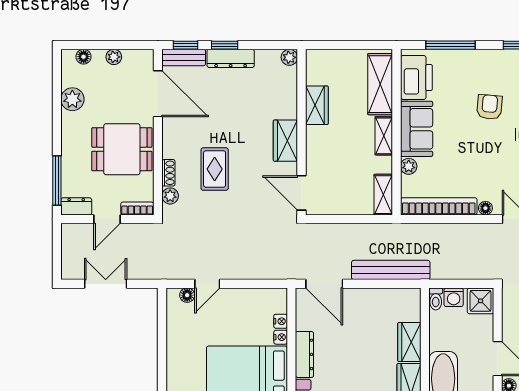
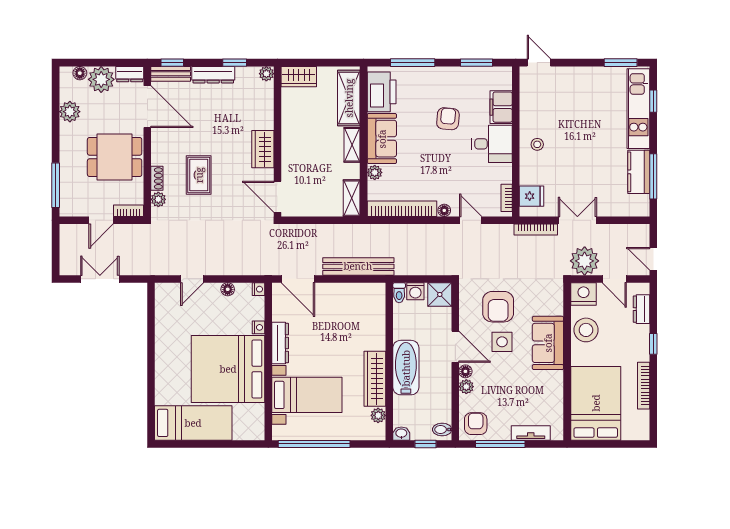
window: (225, 45) -> (235, 63), moved
plant: (114, 57) -> (101, 79), width x1.87, depth x1.87
wardrobe: (317, 105) -> (299, 77), moved, turned 90
dresser: (76, 206) -> (130, 74), moved, turned 180
floor lamp: (187, 295) -> (228, 289), moved
nightstand: (281, 321) -> (258, 289), moved
wardrobe: (409, 342) -> (375, 332), removed

